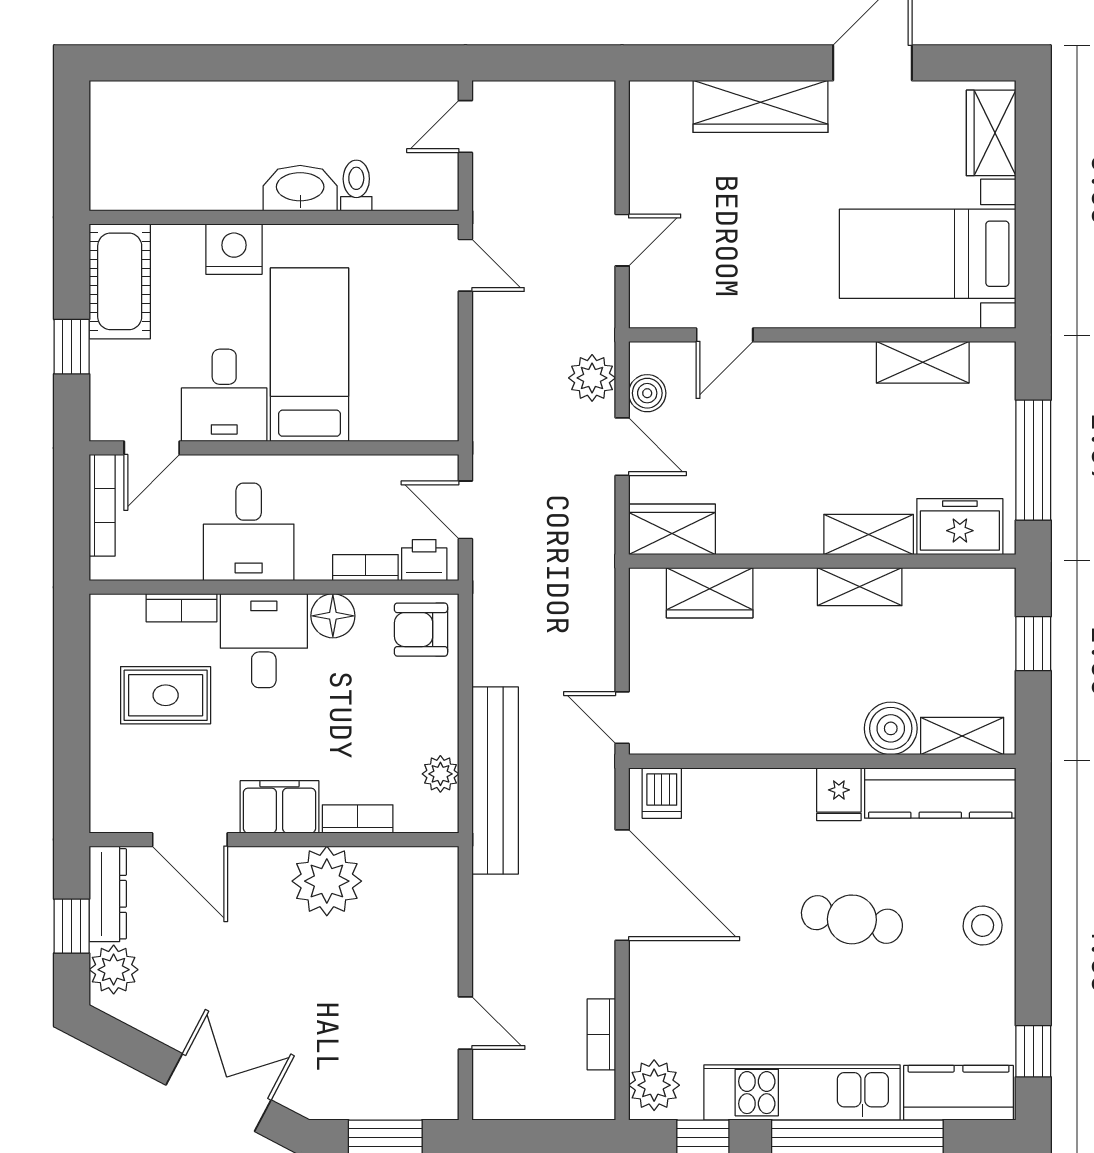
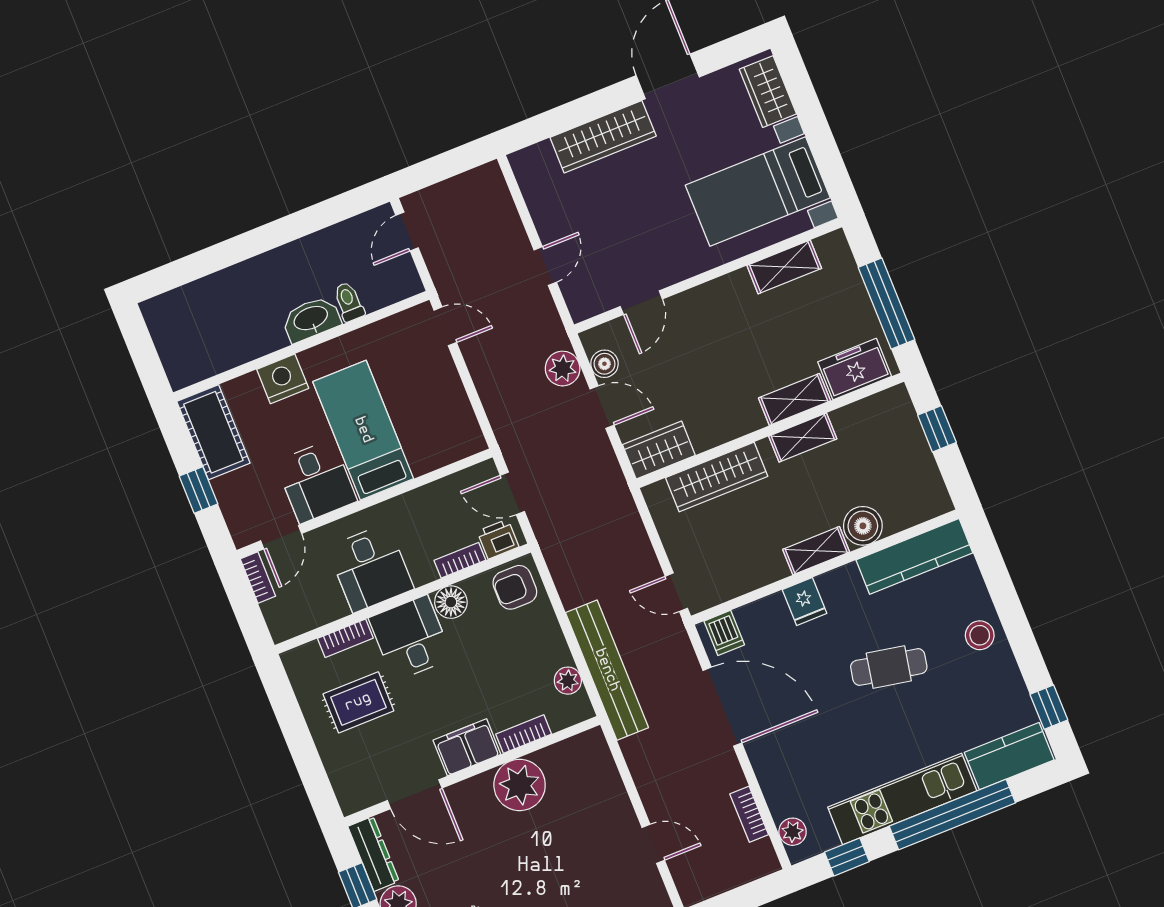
bookcase: (102, 505) -> (258, 578), width x0.64
wardrobe: (710, 593) -> (717, 477), width x1.50
shelving: (962, 736) -> (816, 551), moved
fridge: (839, 794) -> (805, 602), moved
plant: (654, 1085) -> (793, 832), width x0.73, depth x0.73

